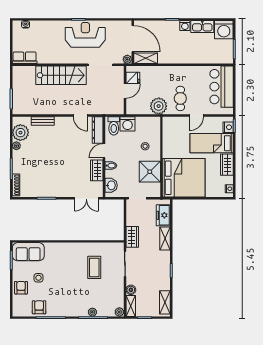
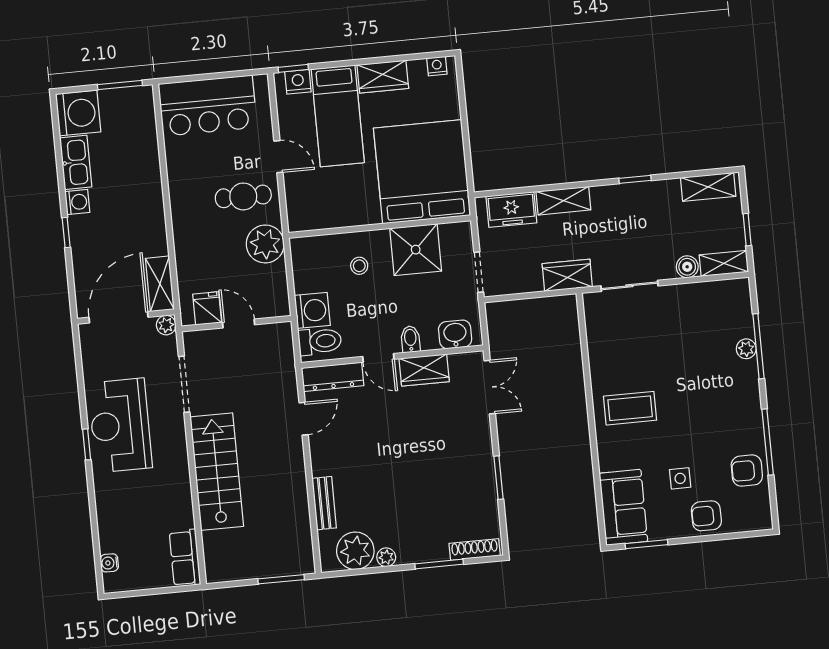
coffee table: (94, 267) -> (630, 408), moved
plant: (119, 312) -> (740, 288), removed

